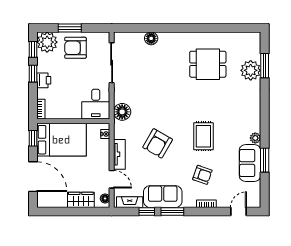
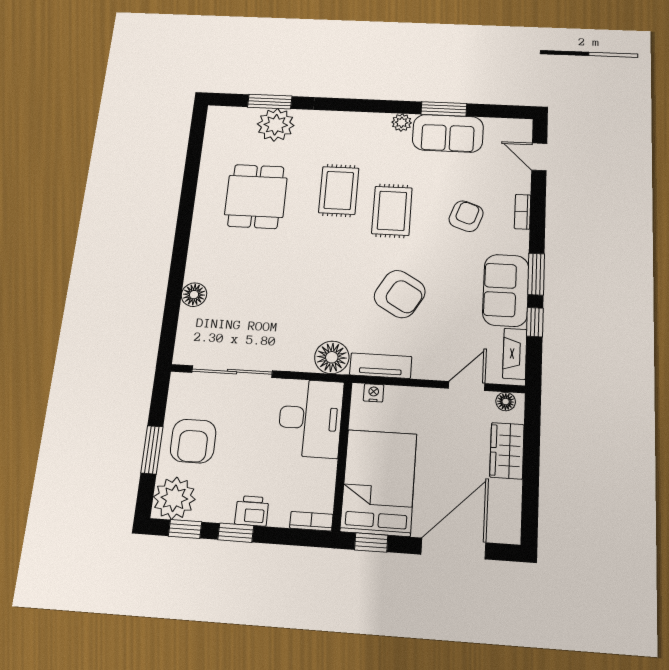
desk: (96, 104) -> (310, 418), width x1.37
rug: (214, 108) -> (339, 190), added
rug: (203, 136) -> (392, 211), turned 90
tv unit: (119, 154) -> (381, 366), moved

